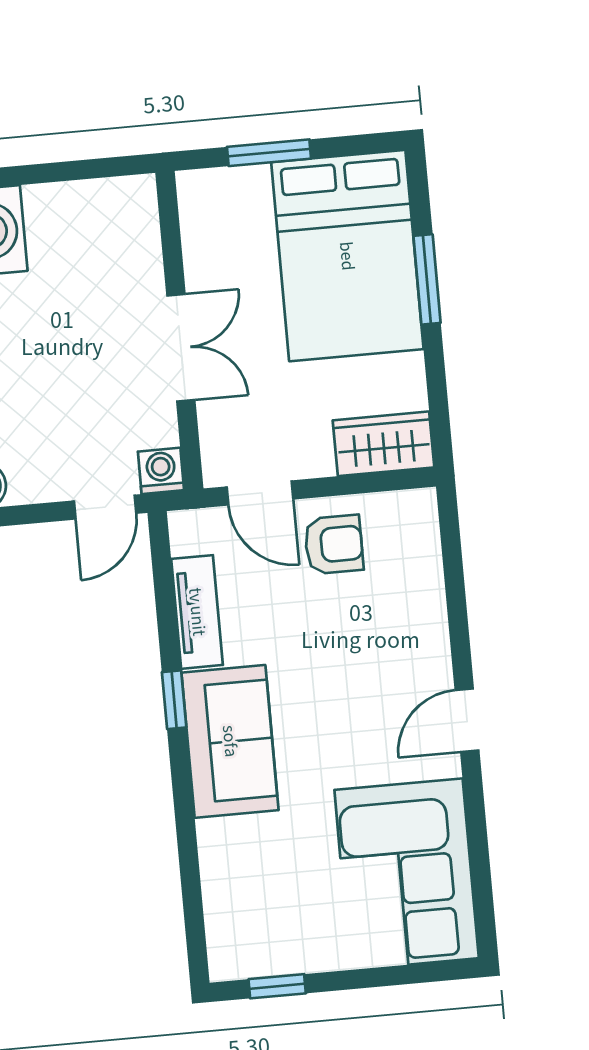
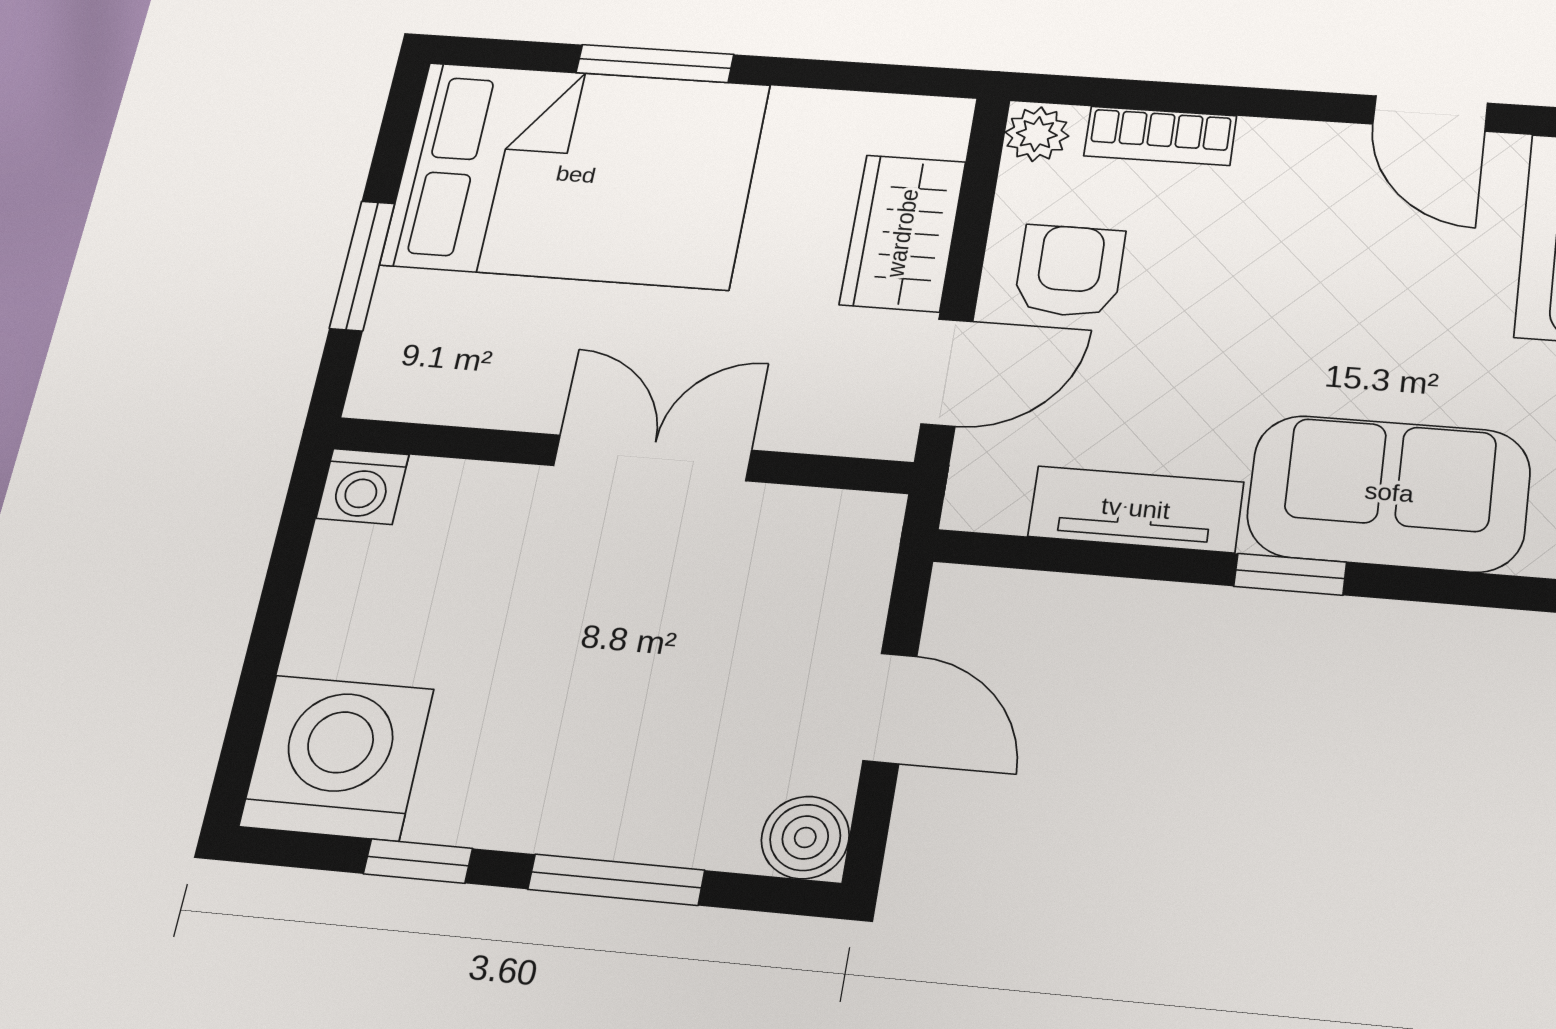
wardrobe: (384, 444) -> (903, 233), moved
washing machine: (161, 471) -> (363, 486), moved, turned -90
door: (105, 507) -> (890, 708), moved
plant: (417, 507) -> (1037, 134), added
bookcase: (428, 575) -> (1160, 136), added

